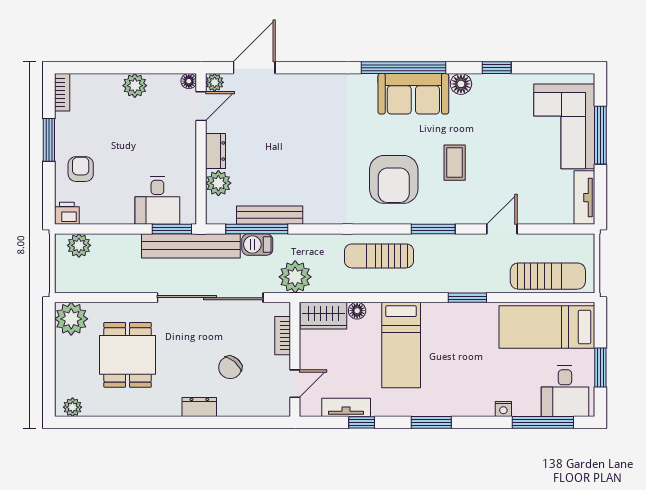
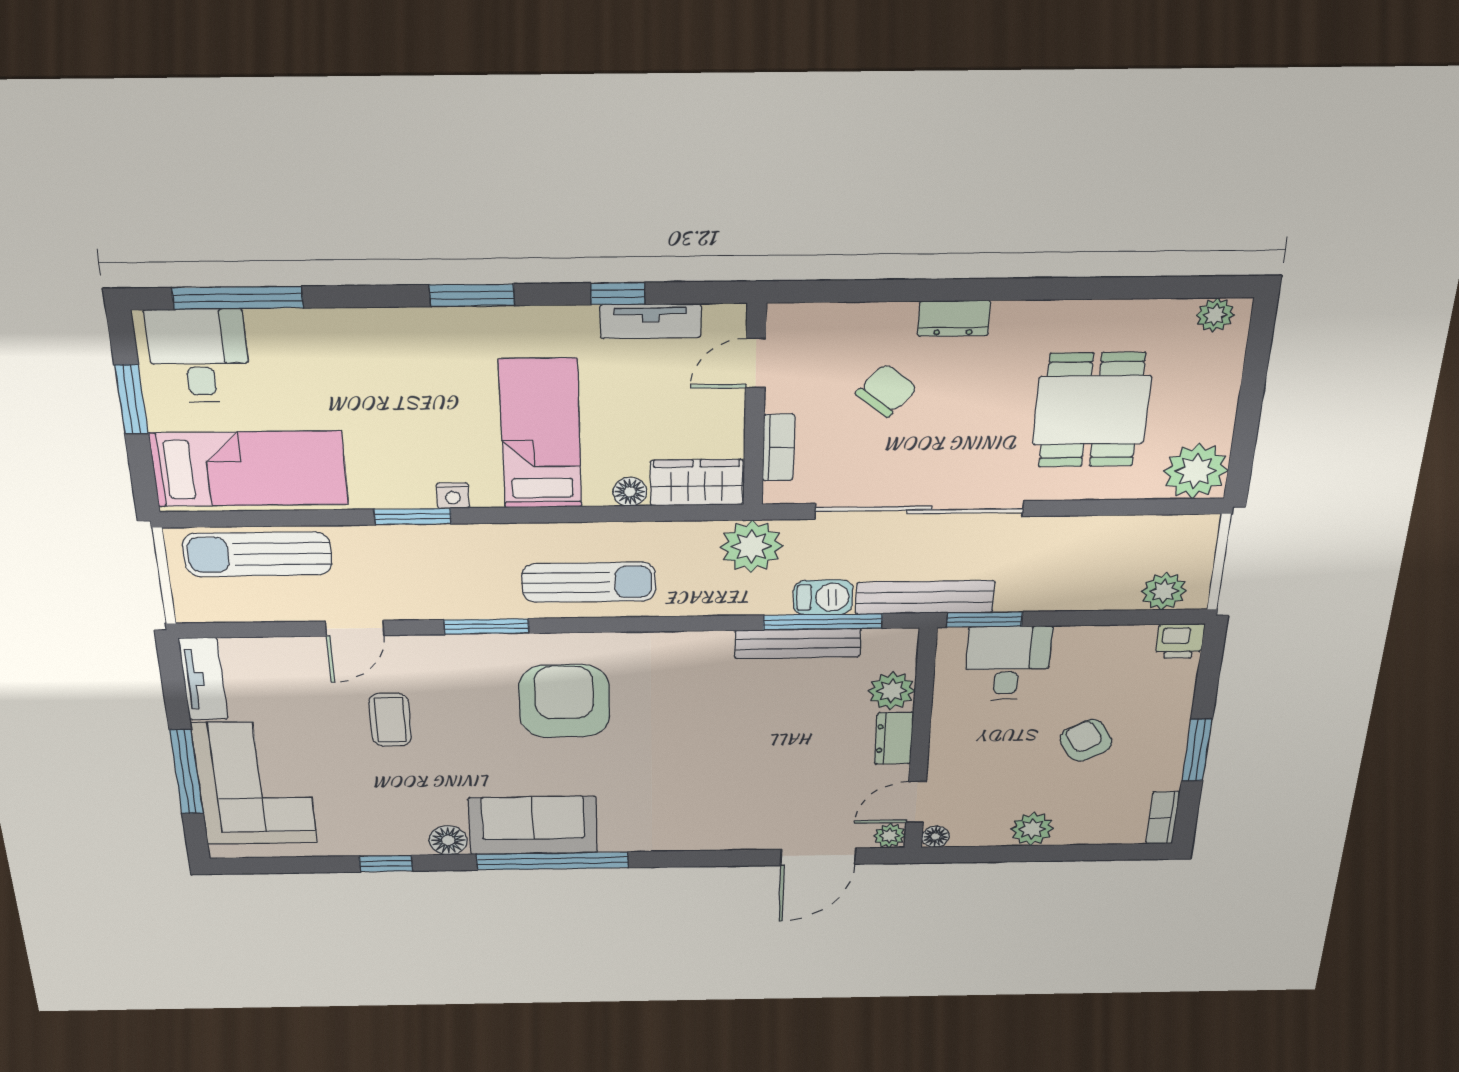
coffee table: (455, 163) -> (390, 720), moved
armchair: (81, 169) -> (1086, 740), moved, turned 150
bench: (191, 246) -> (925, 597), width x0.73, depth x0.82
nightstand: (503, 409) -> (453, 496), moved, turned 180

